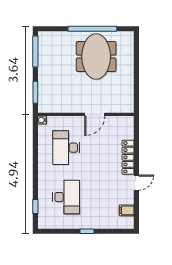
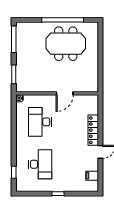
meeting table: (96, 56) -> (66, 44), turned 90

